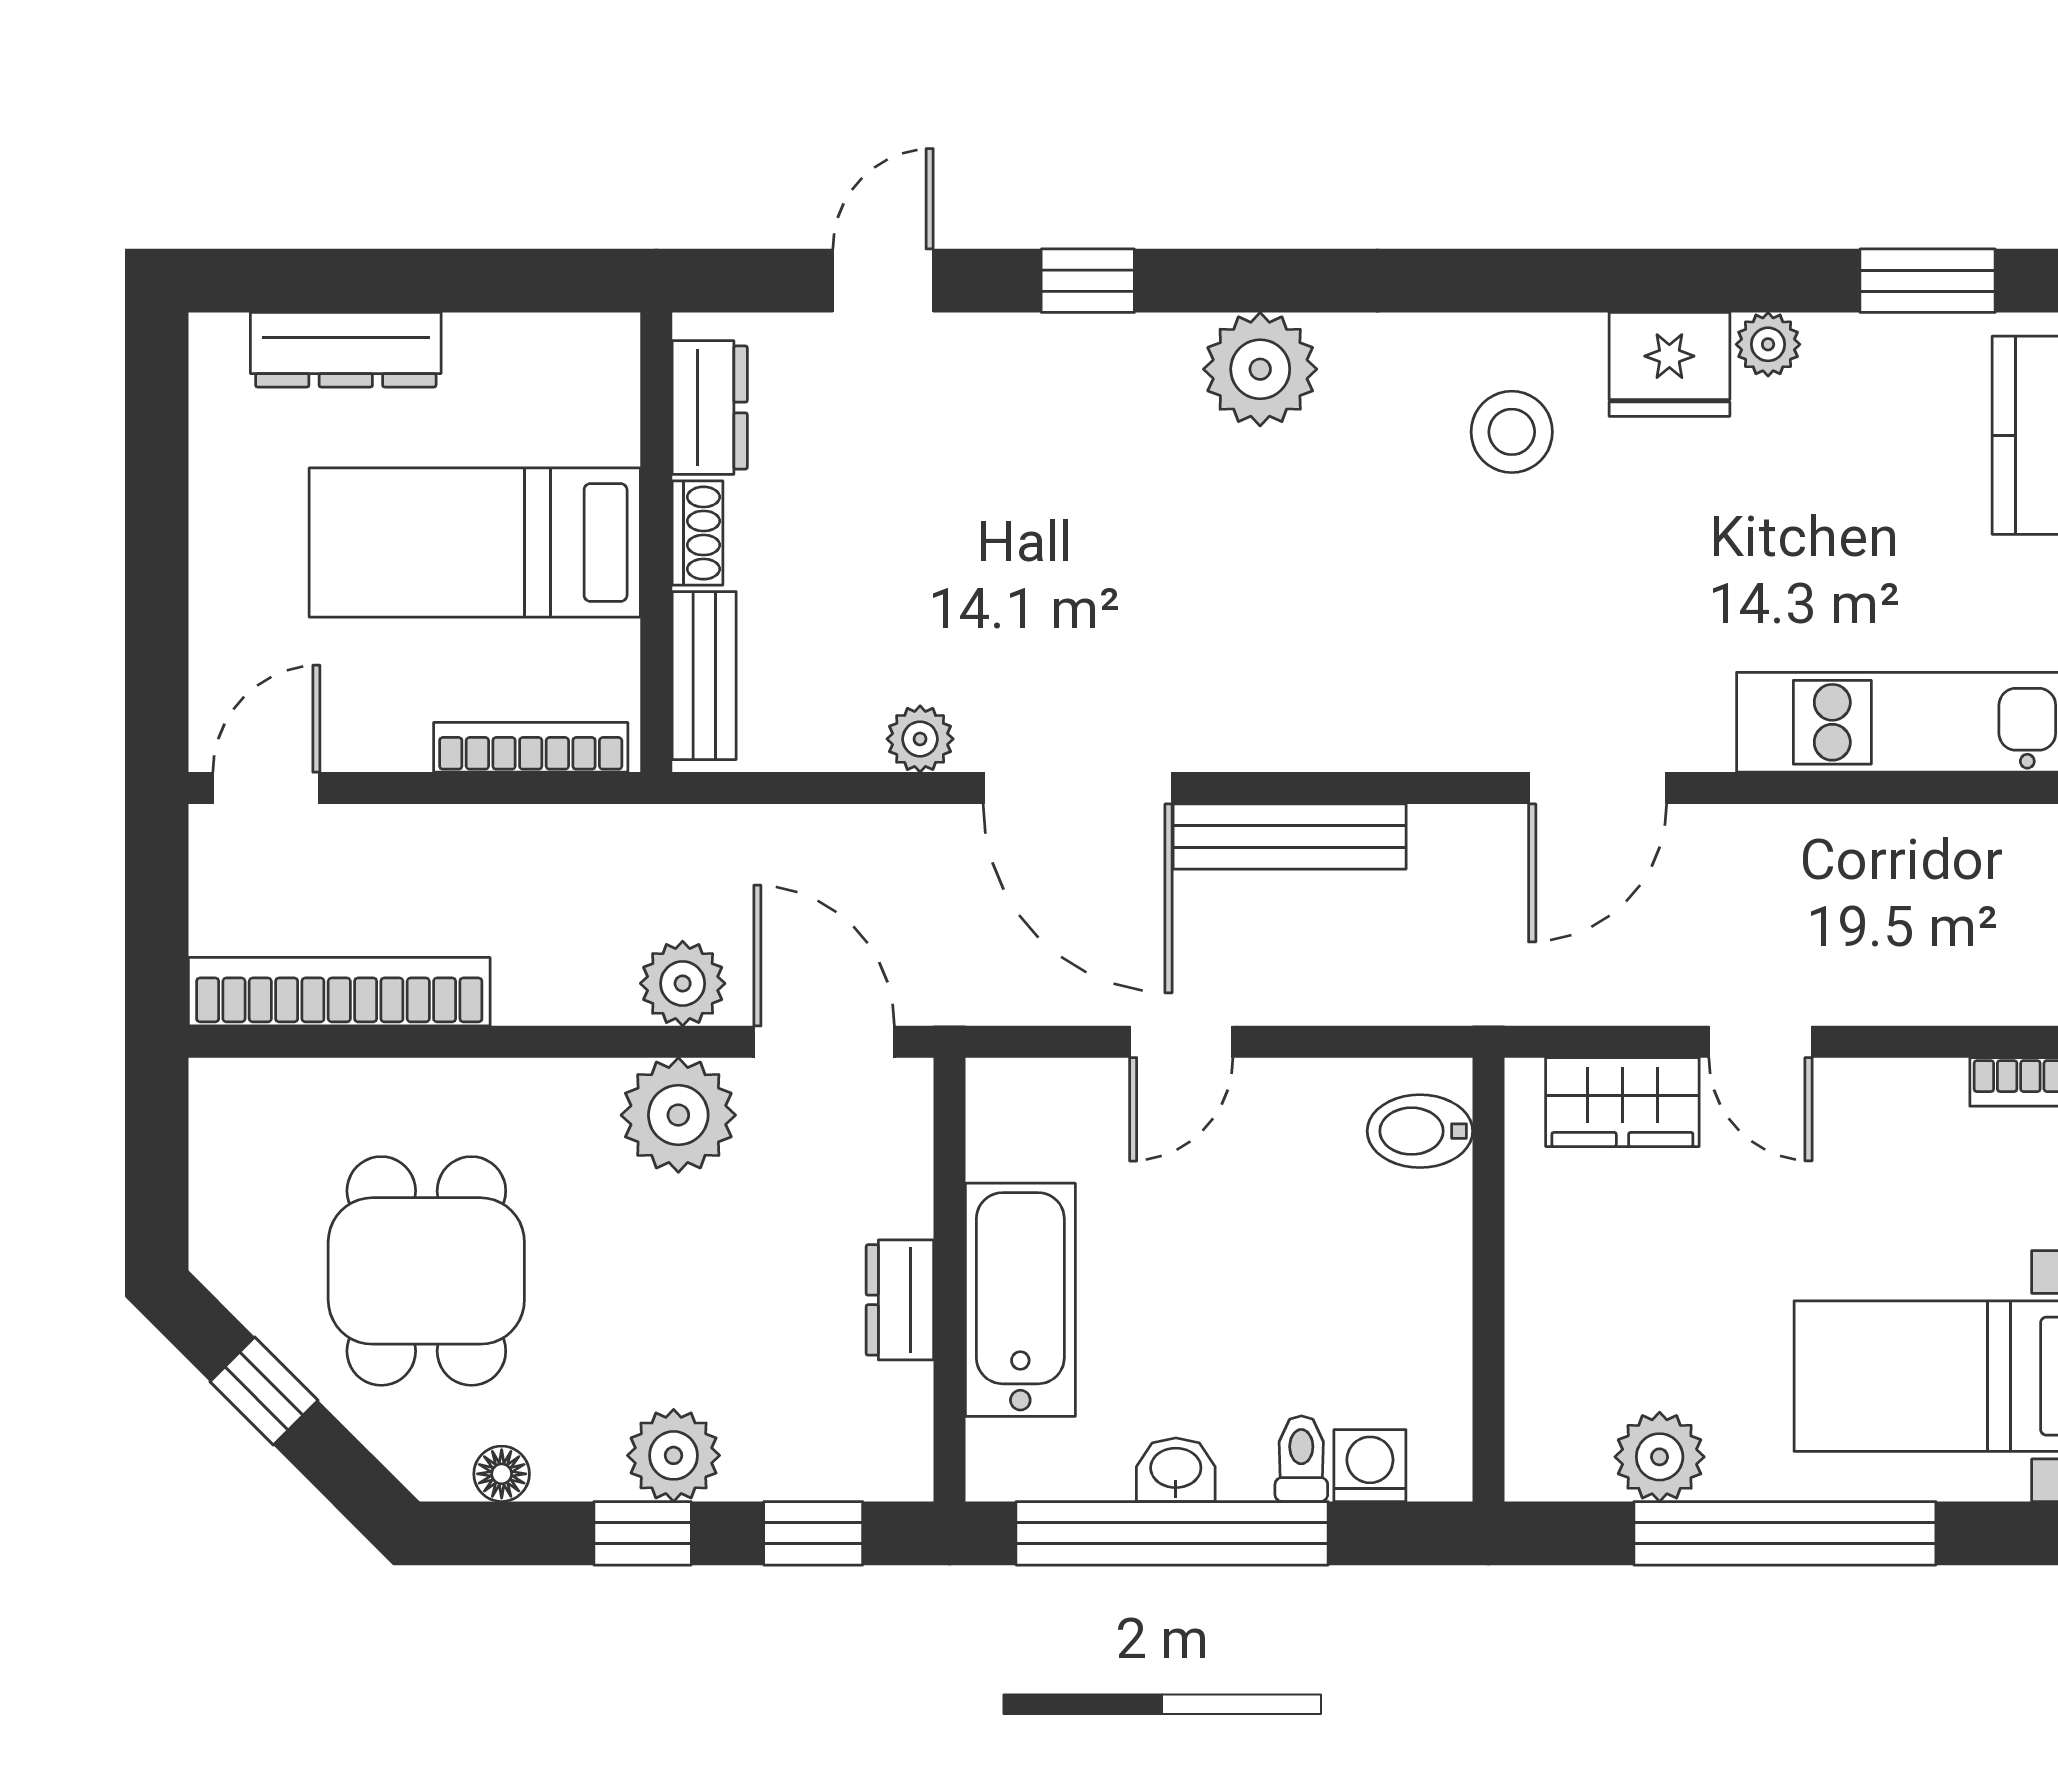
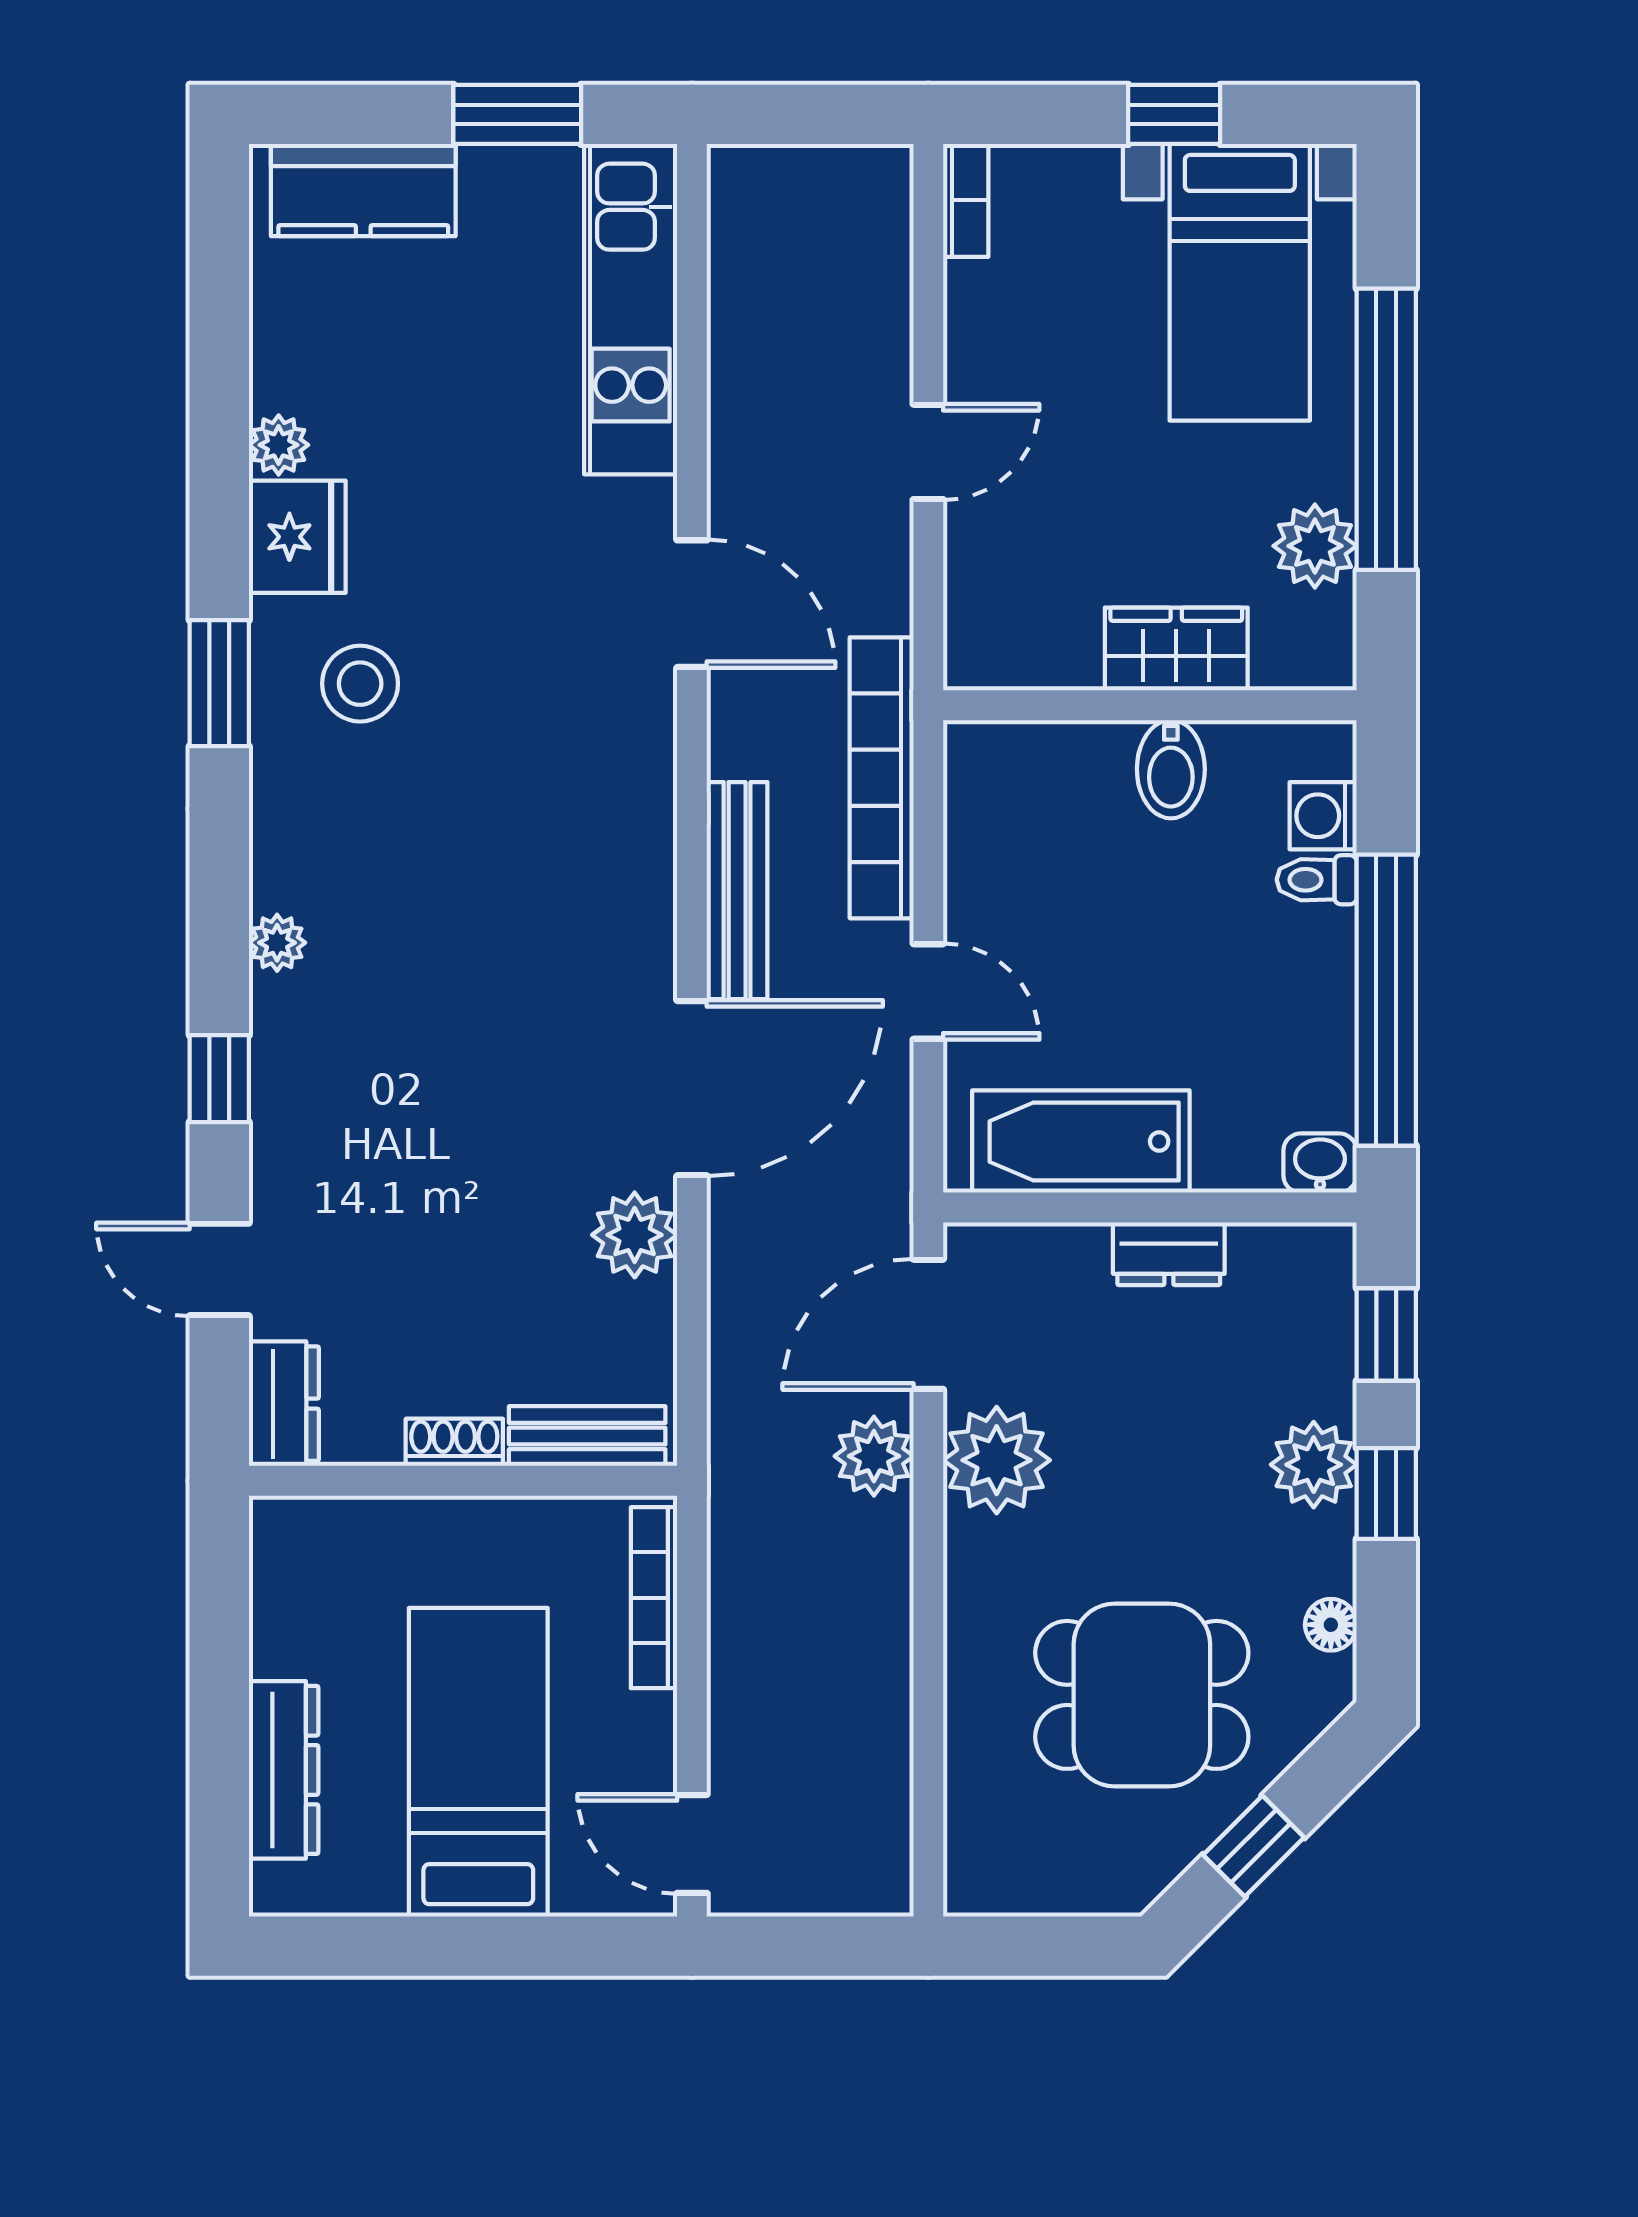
window: (1928, 281) -> (219, 683), moved
plant: (1260, 369) -> (277, 943), width x0.53, depth x0.53
dresser: (710, 408) -> (284, 1404), moved, turned 90
bed: (475, 543) -> (478, 1762), moved, turned 180
plant: (920, 739) -> (635, 1235), width x1.38, depth x1.38
bookcase: (339, 992) -> (882, 778), moved
wardrobe: (1622, 1102) -> (1176, 649), moved, turned -90
bidet: (1420, 1131) -> (1171, 769), moved
bathtub: (1020, 1300) -> (1081, 1141), moved
washbasin: (1176, 1470) -> (1320, 1163), moved, turned 90

